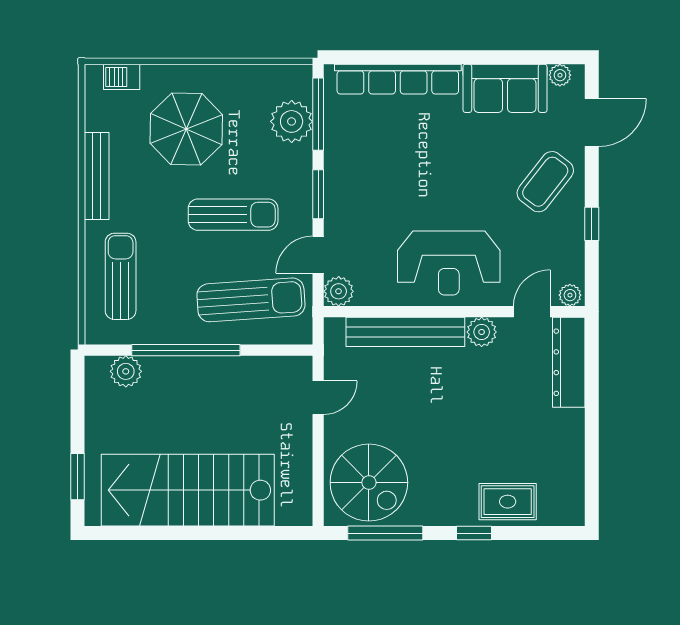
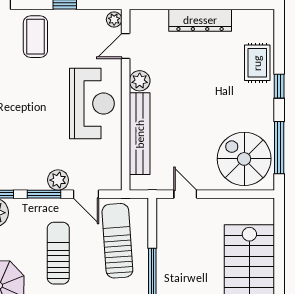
coffee table: (545, 182) -> (35, 37), turned 52
plant: (339, 291) -> (58, 180), moved
door: (532, 312) -> (126, 46), hinge flipped
dresser: (569, 362) -> (200, 20), moved
spiral stairs: (369, 483) -> (244, 159), turned -90

